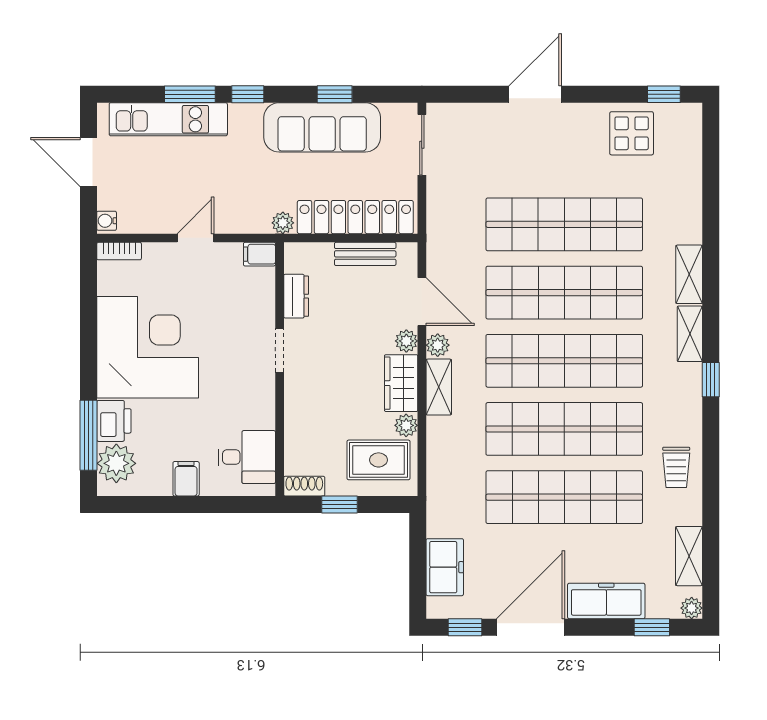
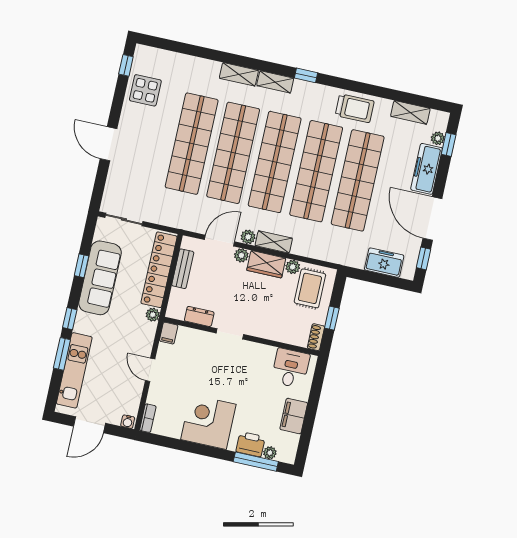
corner desk: (148, 347) -> (208, 422), width x0.74, depth x0.74
plant: (116, 463) -> (270, 453), width x0.53, depth x0.53
trolley: (676, 467) -> (355, 108), width x1.36, depth x1.39
filing cabinet: (186, 479) -> (294, 416), width x2.00
plant: (692, 608) -> (438, 138), moved

